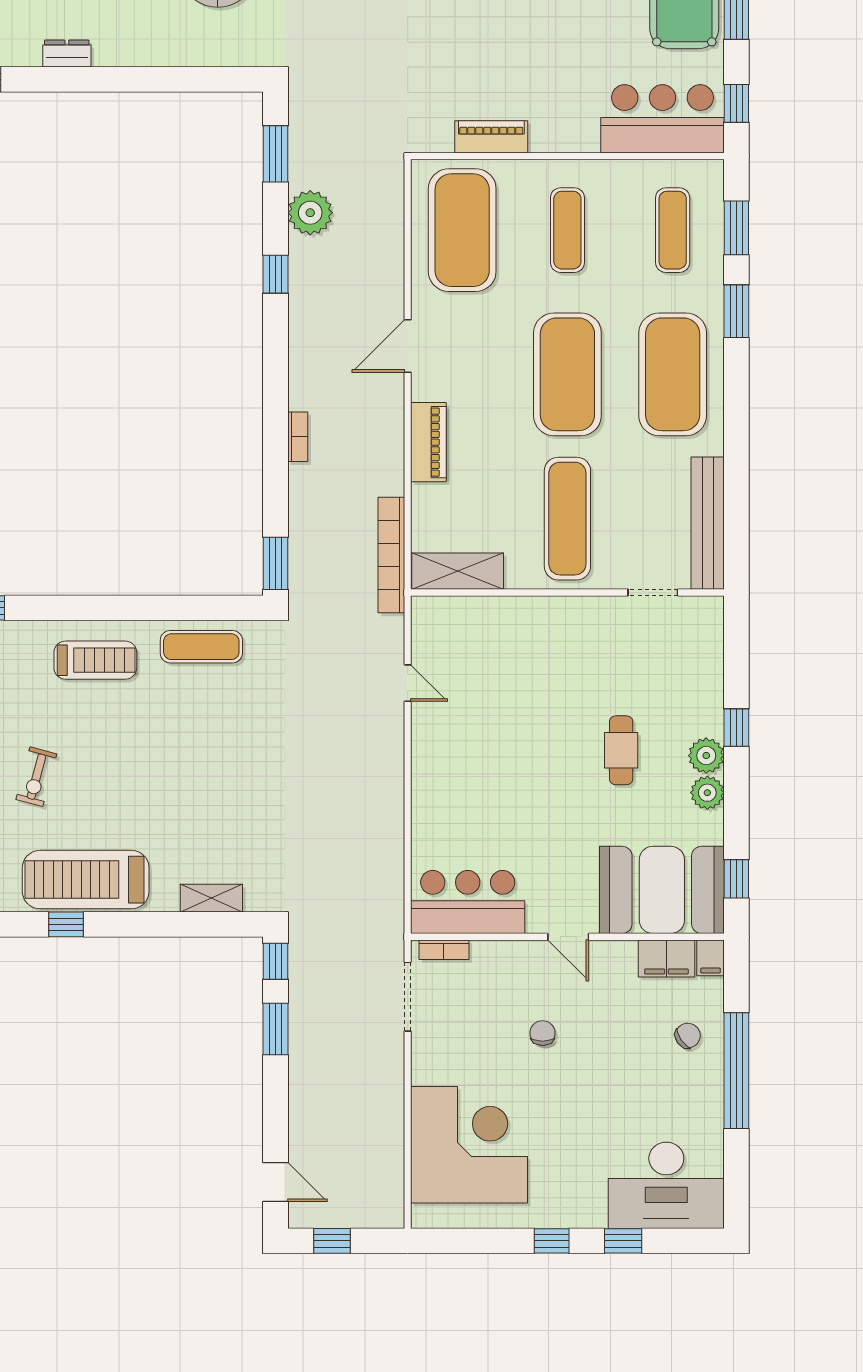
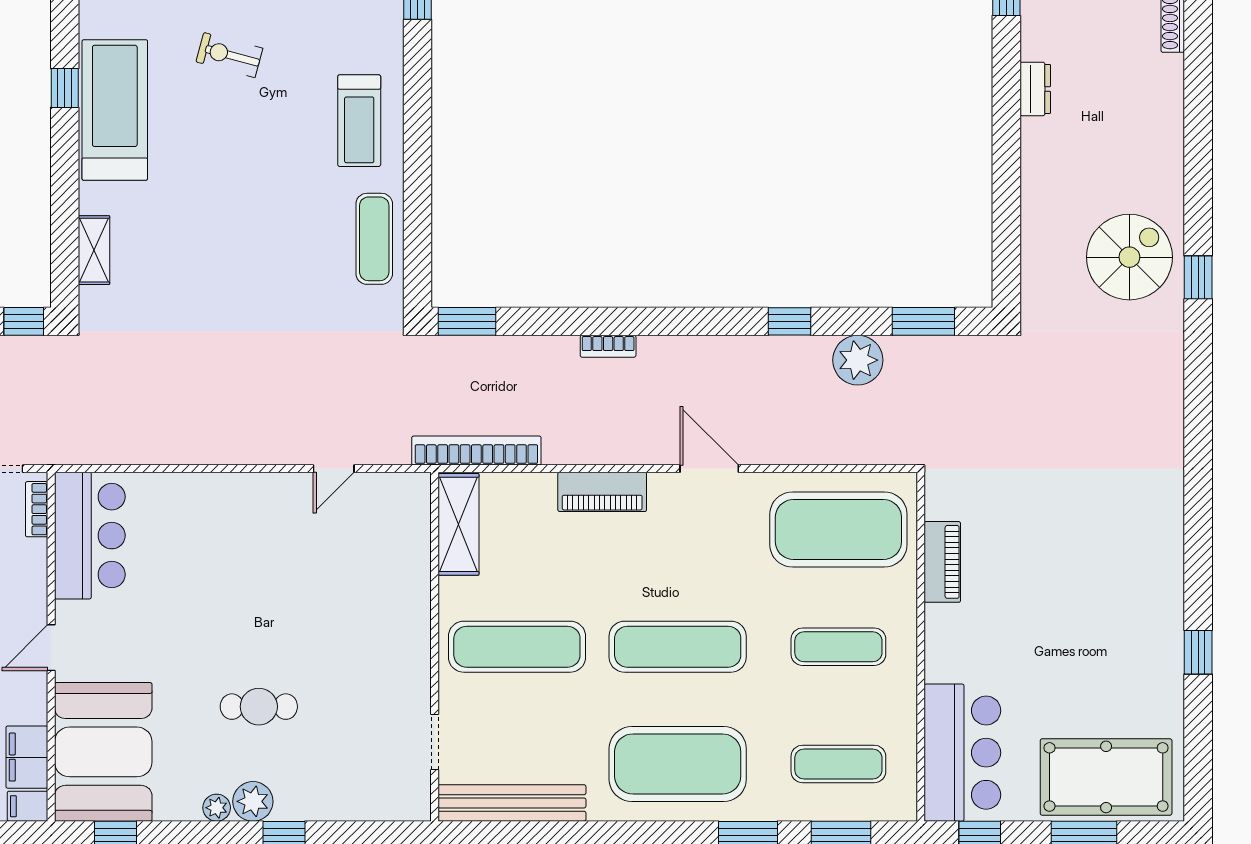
exercise mat: (567, 374) -> (678, 647), width x0.68
plant: (707, 793) -> (217, 808), width x0.73, depth x0.73

